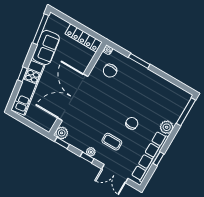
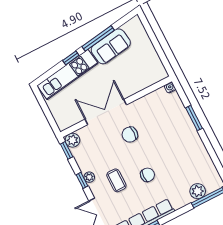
window: (41, 29) -> (98, 38), moved
locker: (83, 38) -> (154, 60), removed
chair: (110, 71) -> (130, 135), moved
double door: (73, 97) -> (106, 112), width x0.73
plant: (167, 127) -> (198, 191), moved

